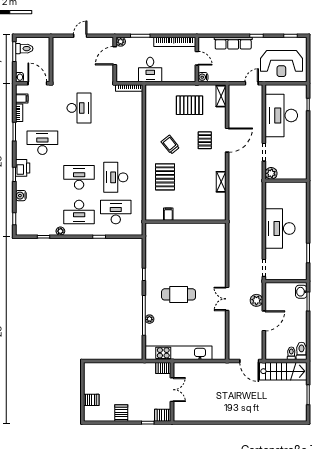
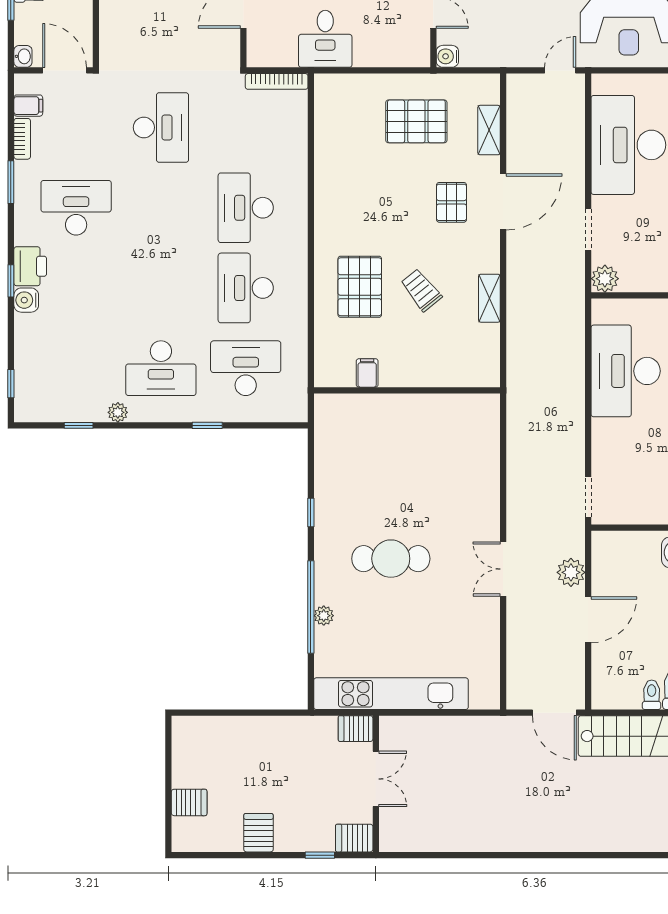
shelving: (221, 96) -> (489, 130), moved
trolley: (170, 145) -> (421, 290), moved
desk: (79, 177) -> (246, 208), moved, turned -90
water cooler: (21, 196) -> (26, 300), moved
desk: (280, 228) -> (626, 371), moved

